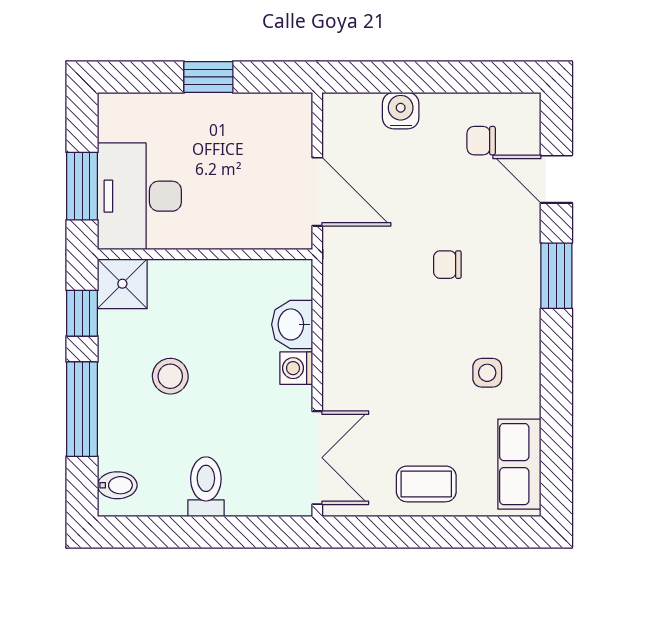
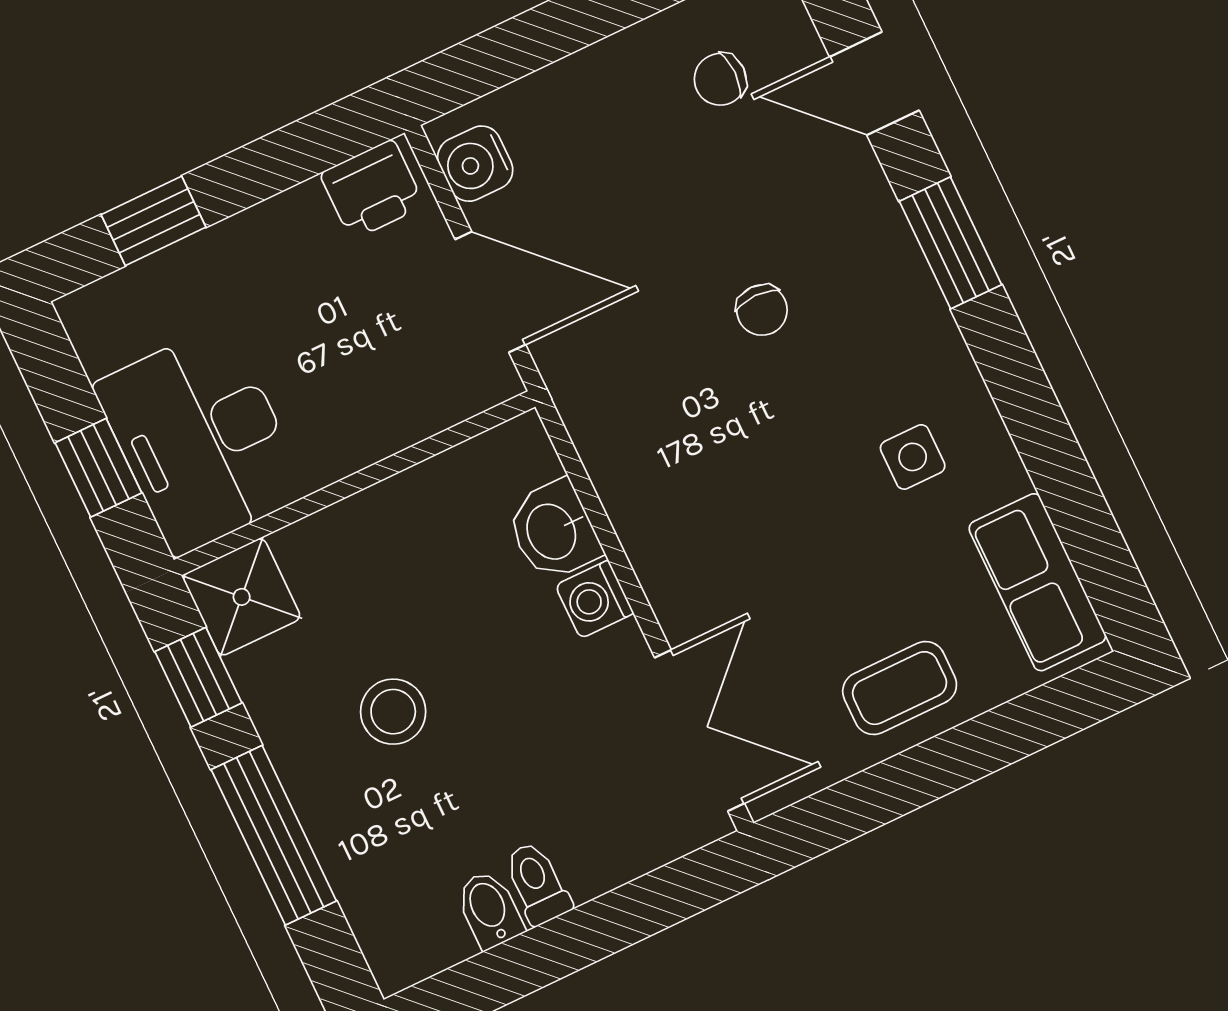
window: (208, 77) -> (153, 221), moved
water cooler: (401, 111) -> (475, 164), moved, turned -90
printer: (283, 113) -> (372, 190), added
window: (82, 186) -> (98, 468), width x0.67
chair: (447, 265) -> (762, 310), turned -90
bidet: (117, 485) -> (490, 909), moved, turned -90
toilet: (206, 487) -> (537, 883), width x0.73, depth x0.72

